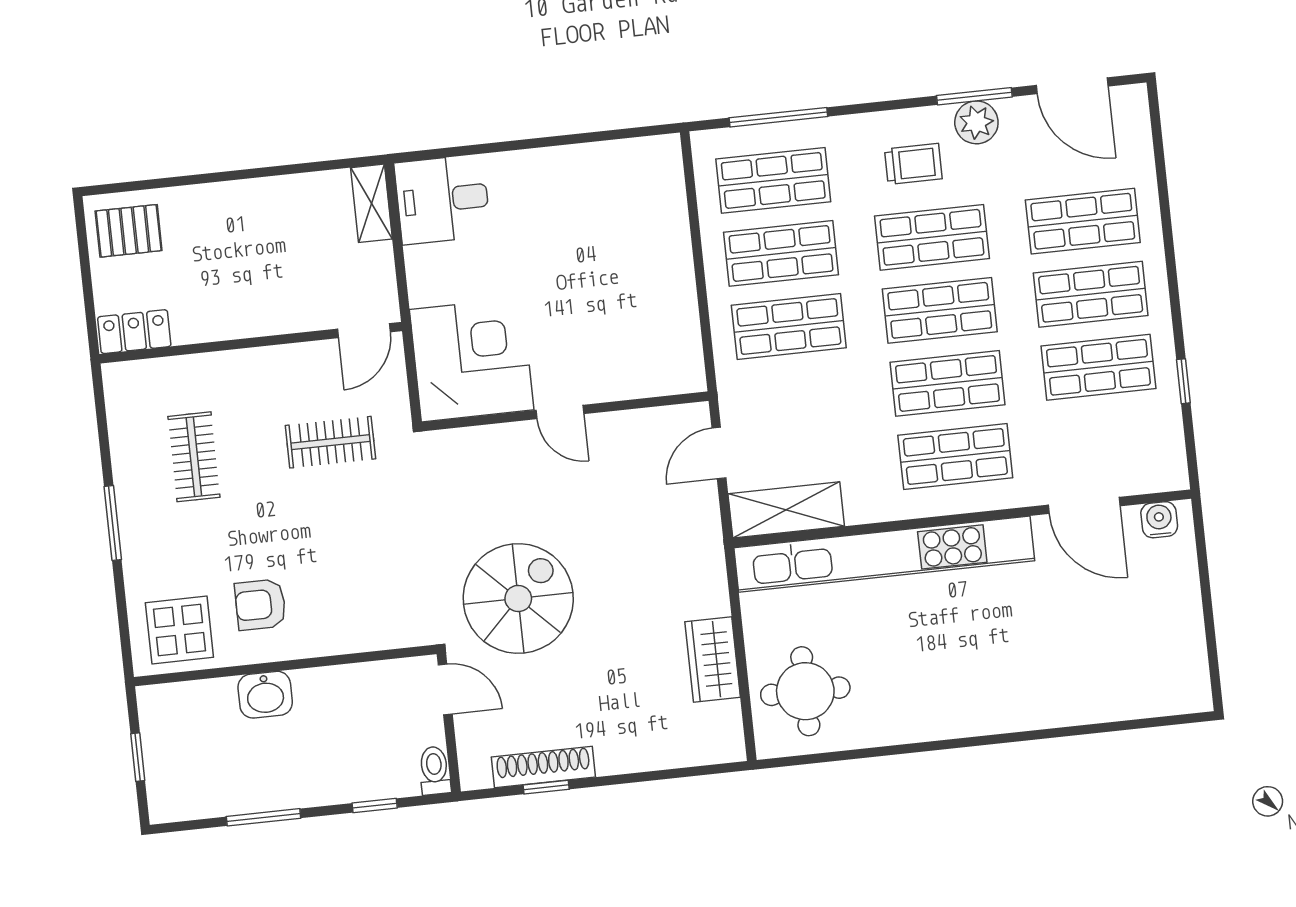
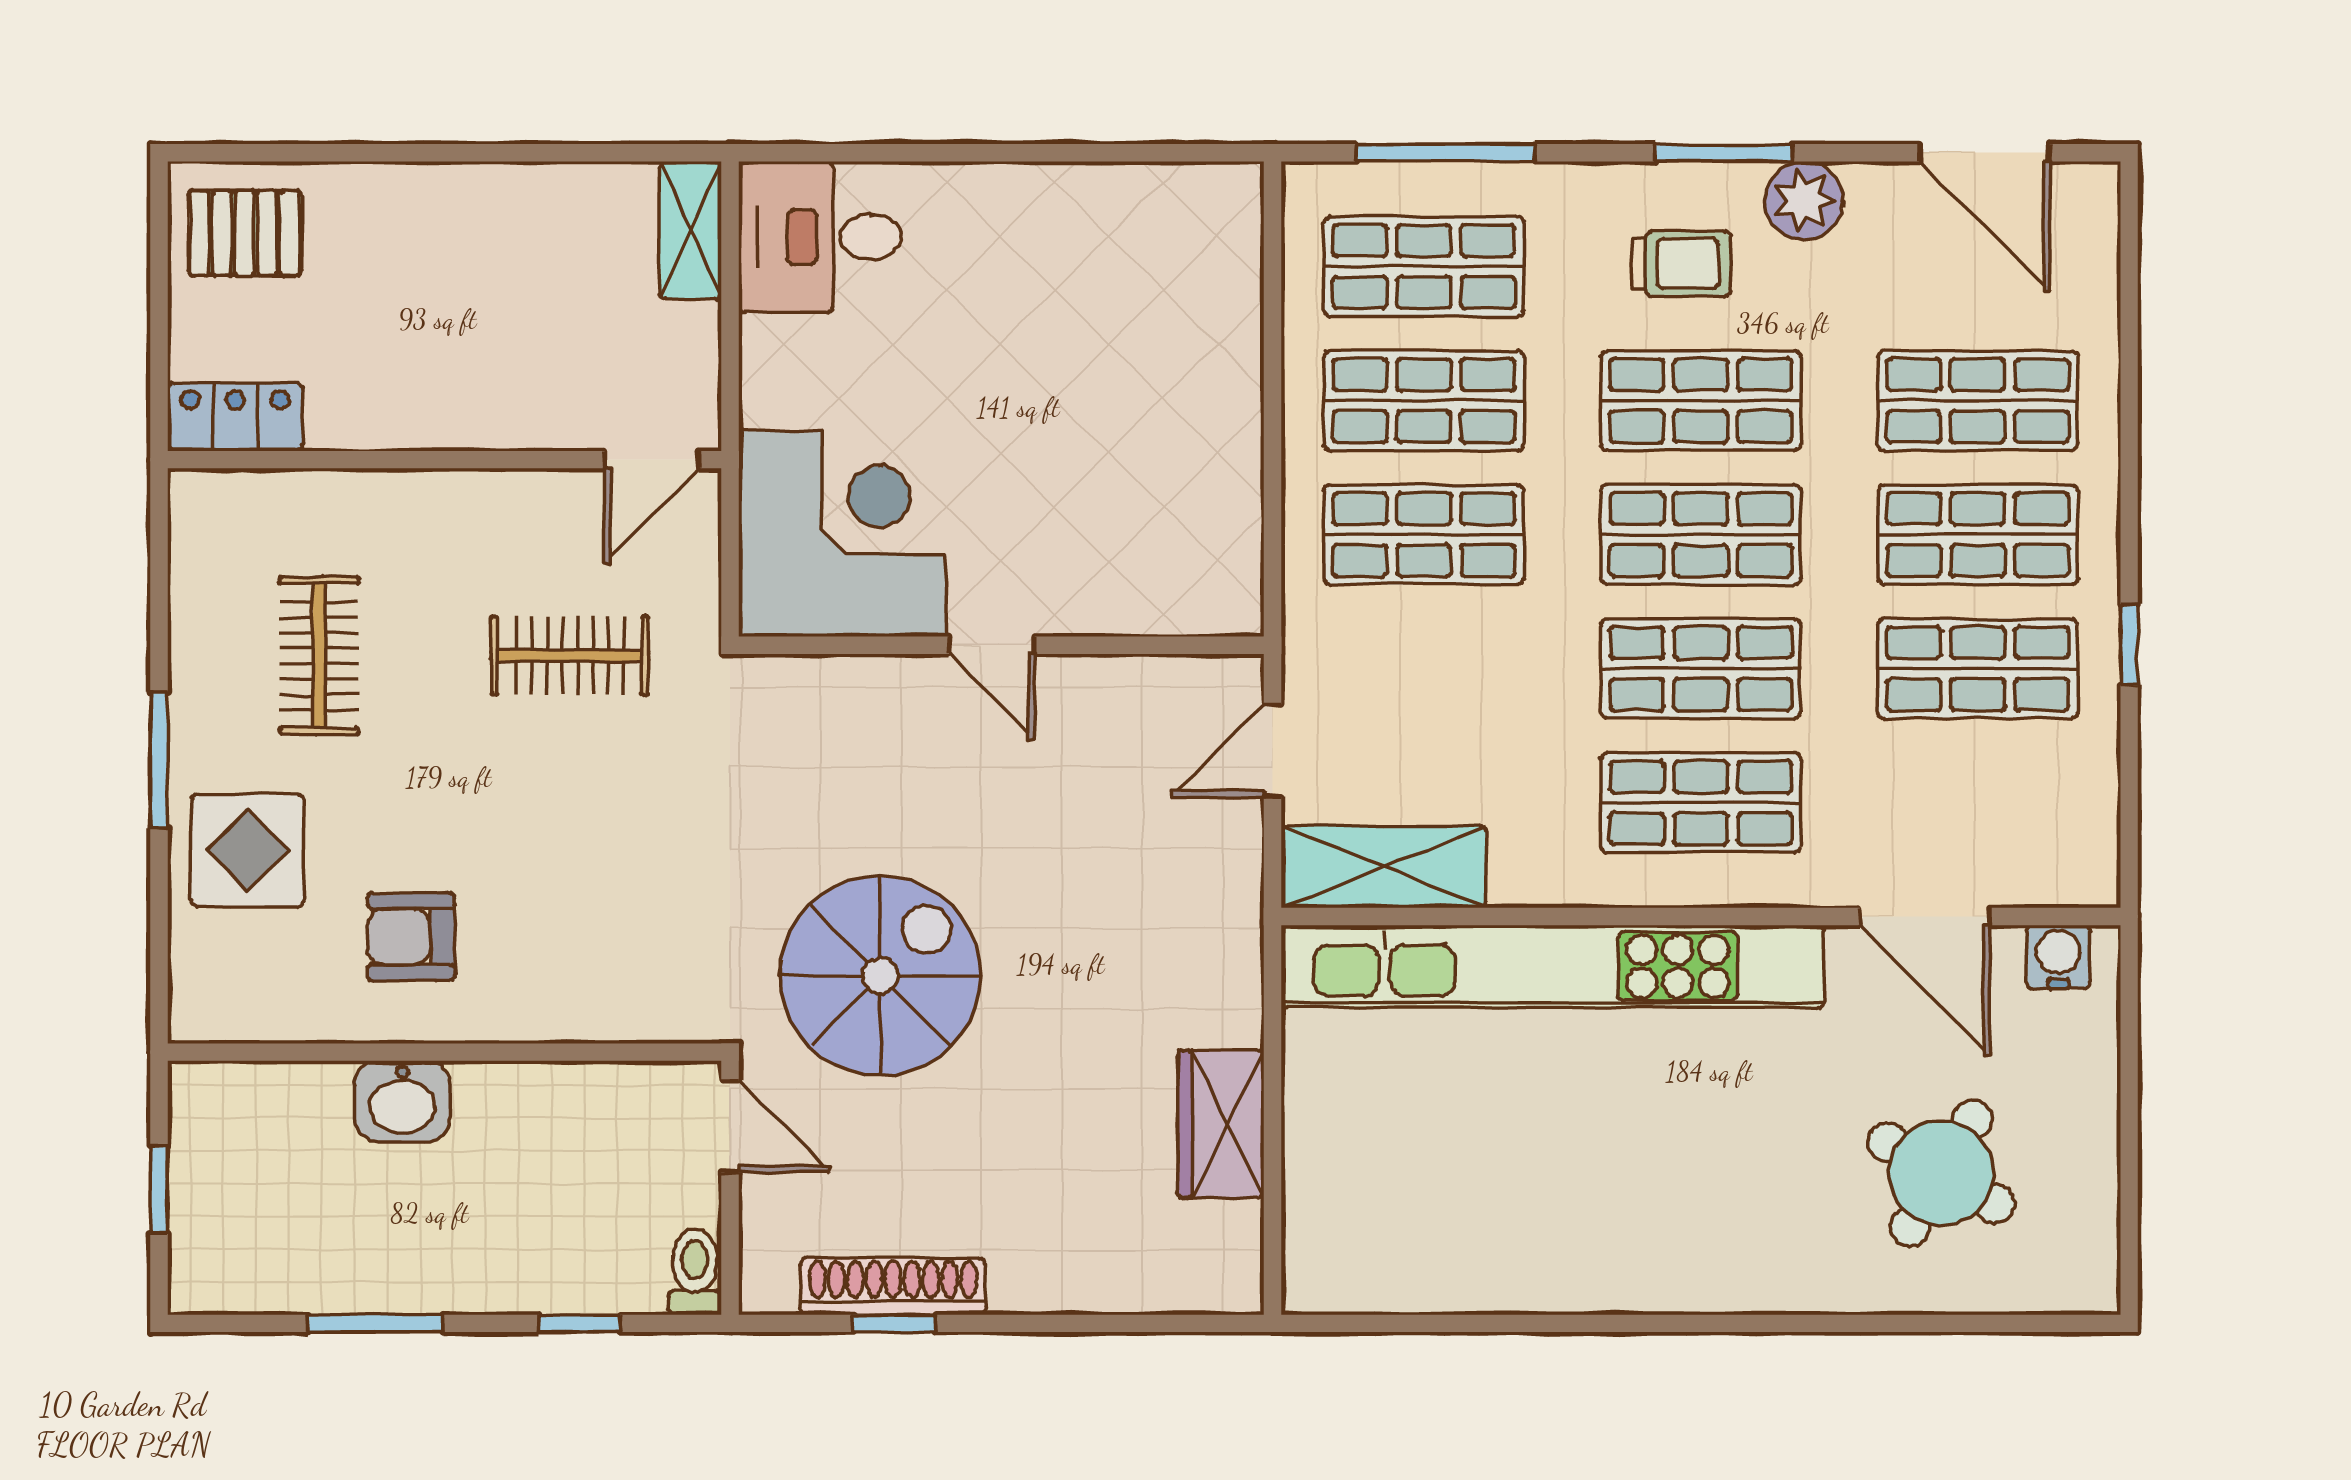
window: (974, 96) -> (1724, 153), moved
window: (1183, 381) -> (2129, 645), moved
display table: (179, 630) -> (248, 850), moved
round table: (805, 691) -> (1941, 1173), moved, turned 30

